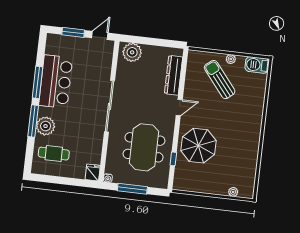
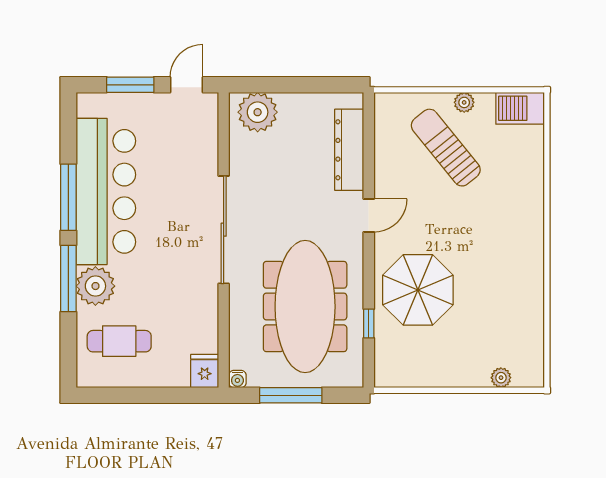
bar counter: (56, 82) -> (106, 191), width x1.36
meeting table: (144, 147) -> (305, 307), width x1.36

